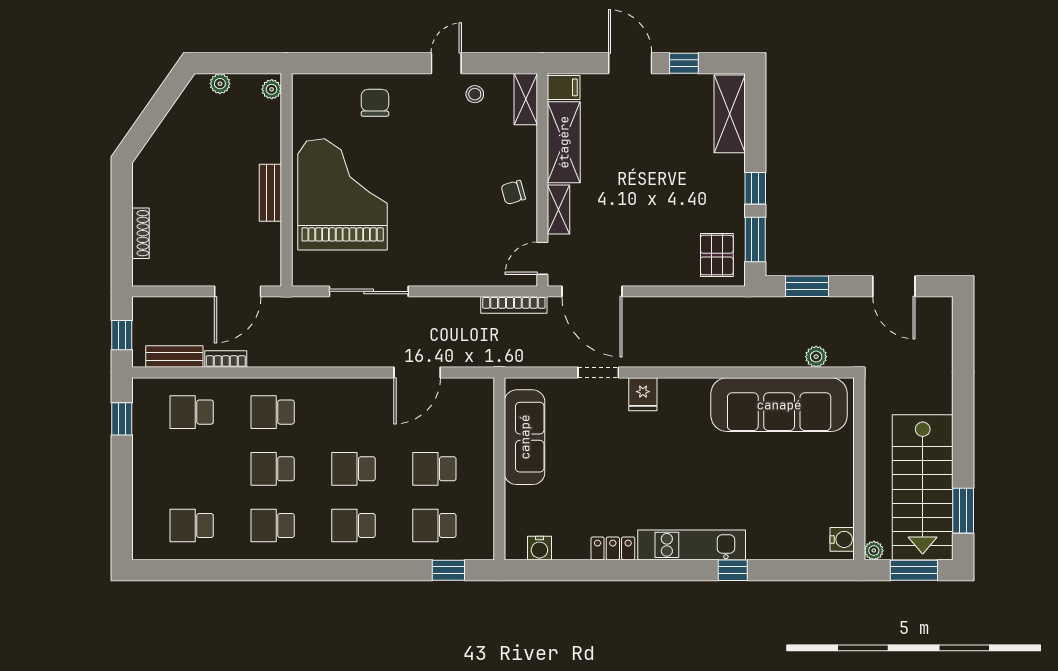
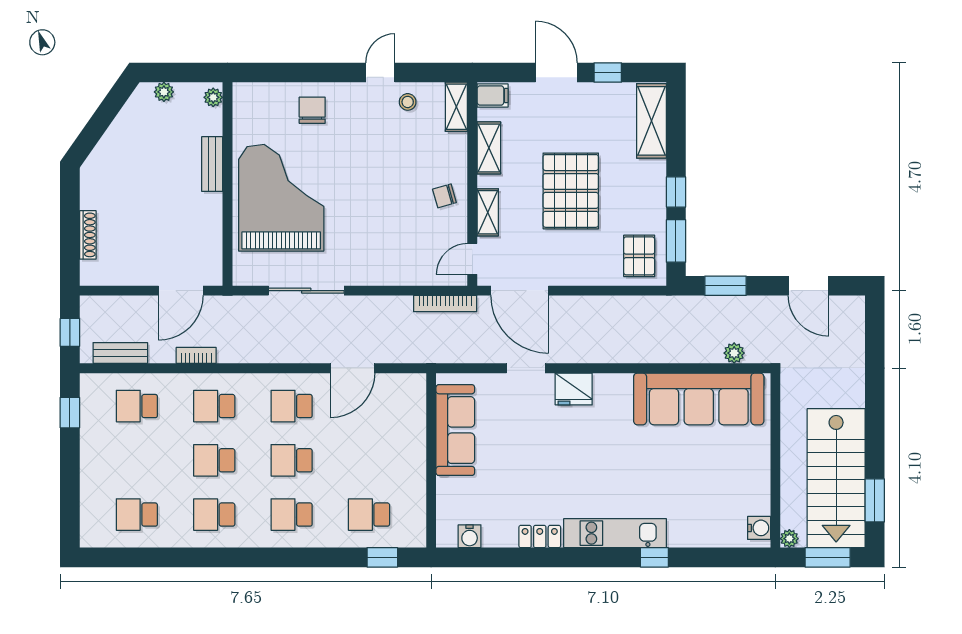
shelving: (564, 142) -> (489, 148), width x0.67, depth x0.75
pallet: (645, 187) -> (571, 191), added
bench: (270, 193) -> (212, 164), moved
bookcase: (226, 359) -> (196, 355), moved
fridge: (643, 394) -> (574, 389), width x1.38
school desk: (434, 469) -> (292, 406), moved

